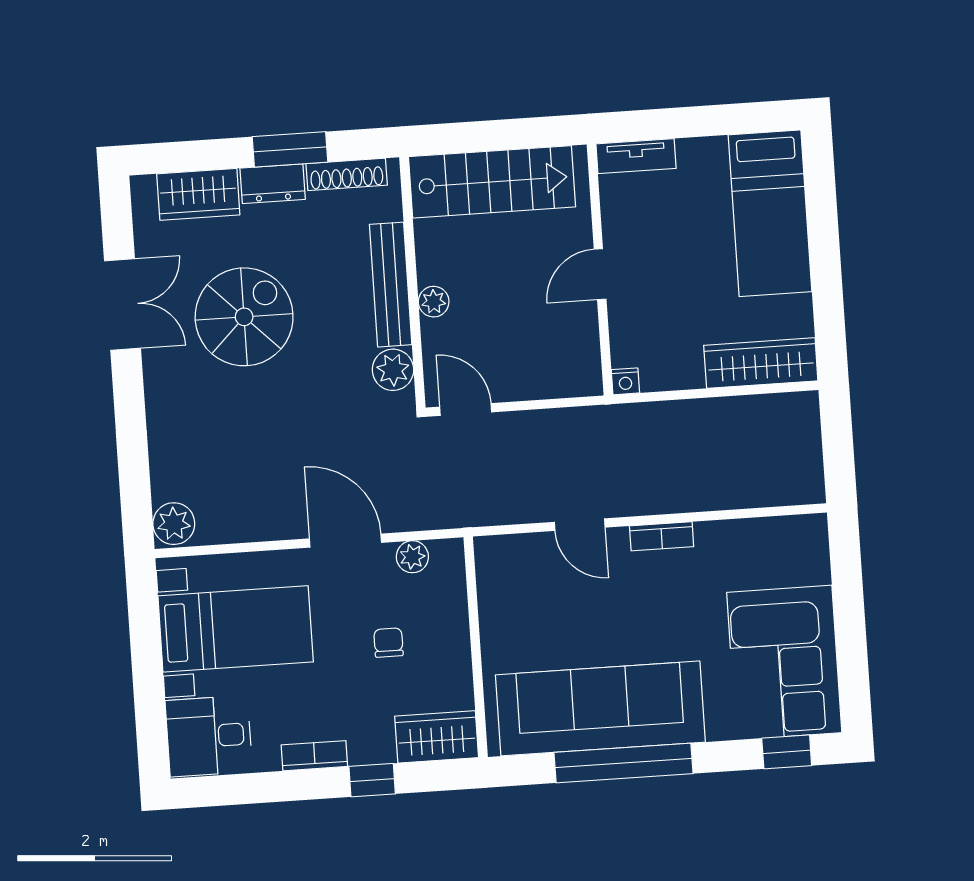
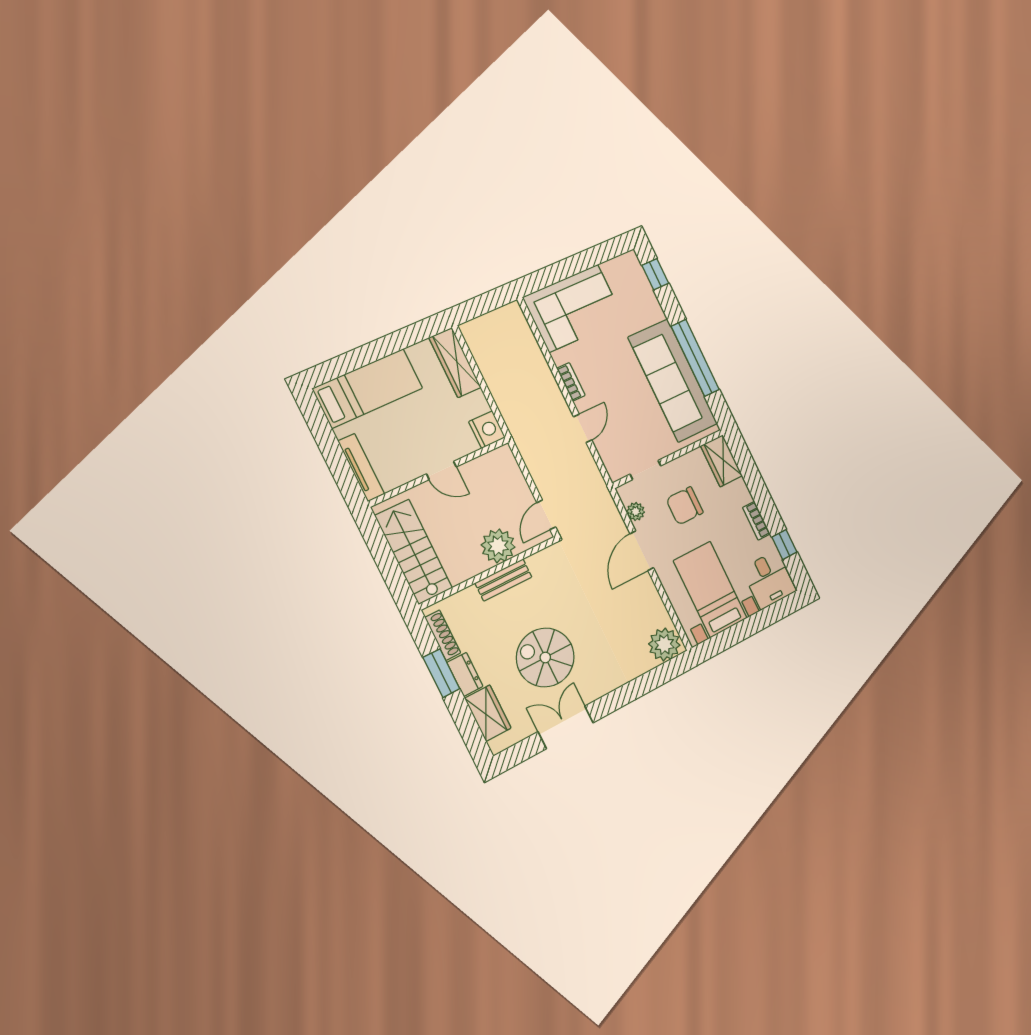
tv unit: (636, 156) -> (361, 468), width x1.41
bench: (391, 285) -> (503, 580), width x0.73
plant: (434, 302) -> (498, 546), width x1.88, depth x1.88
plant: (393, 370) -> (541, 563), removed
nightstand: (625, 381) -> (487, 430), width x1.89, depth x1.79
plant: (174, 524) -> (664, 644), width x1.36, depth x1.36
doorway: (473, 601) -> (645, 470), added
chair: (388, 643) -> (685, 506), width x1.87, depth x1.87
corner sofa: (784, 663) -> (573, 308), moved
window: (372, 780) -> (784, 545), moved

